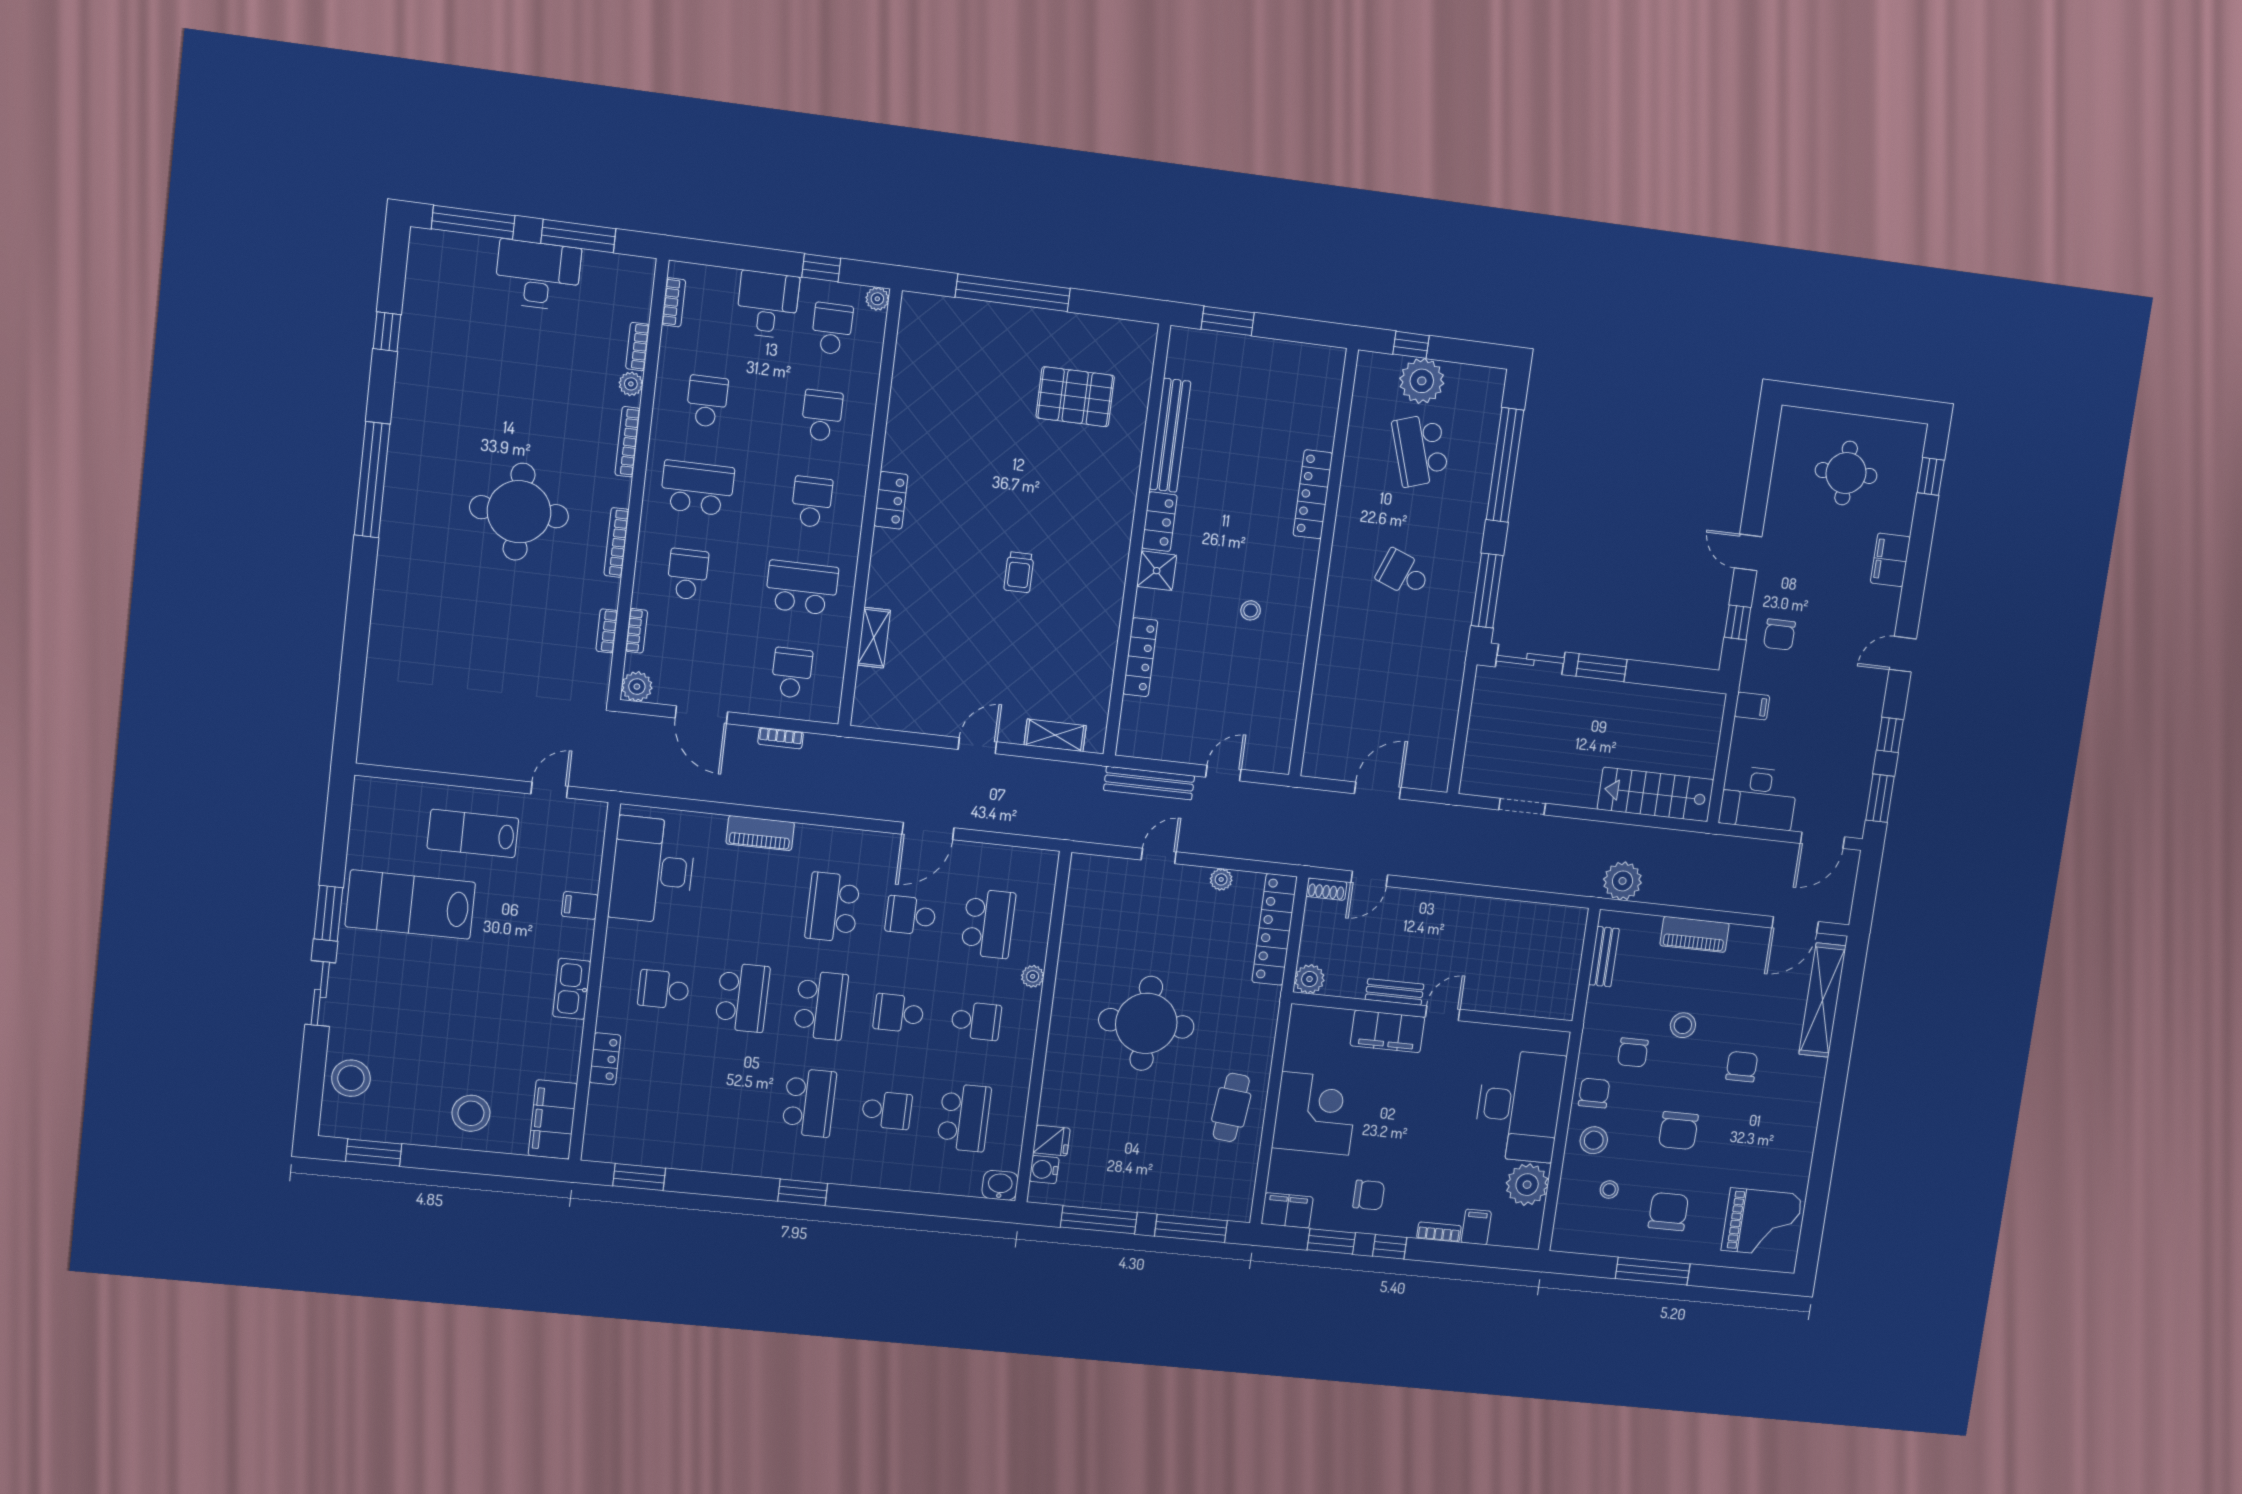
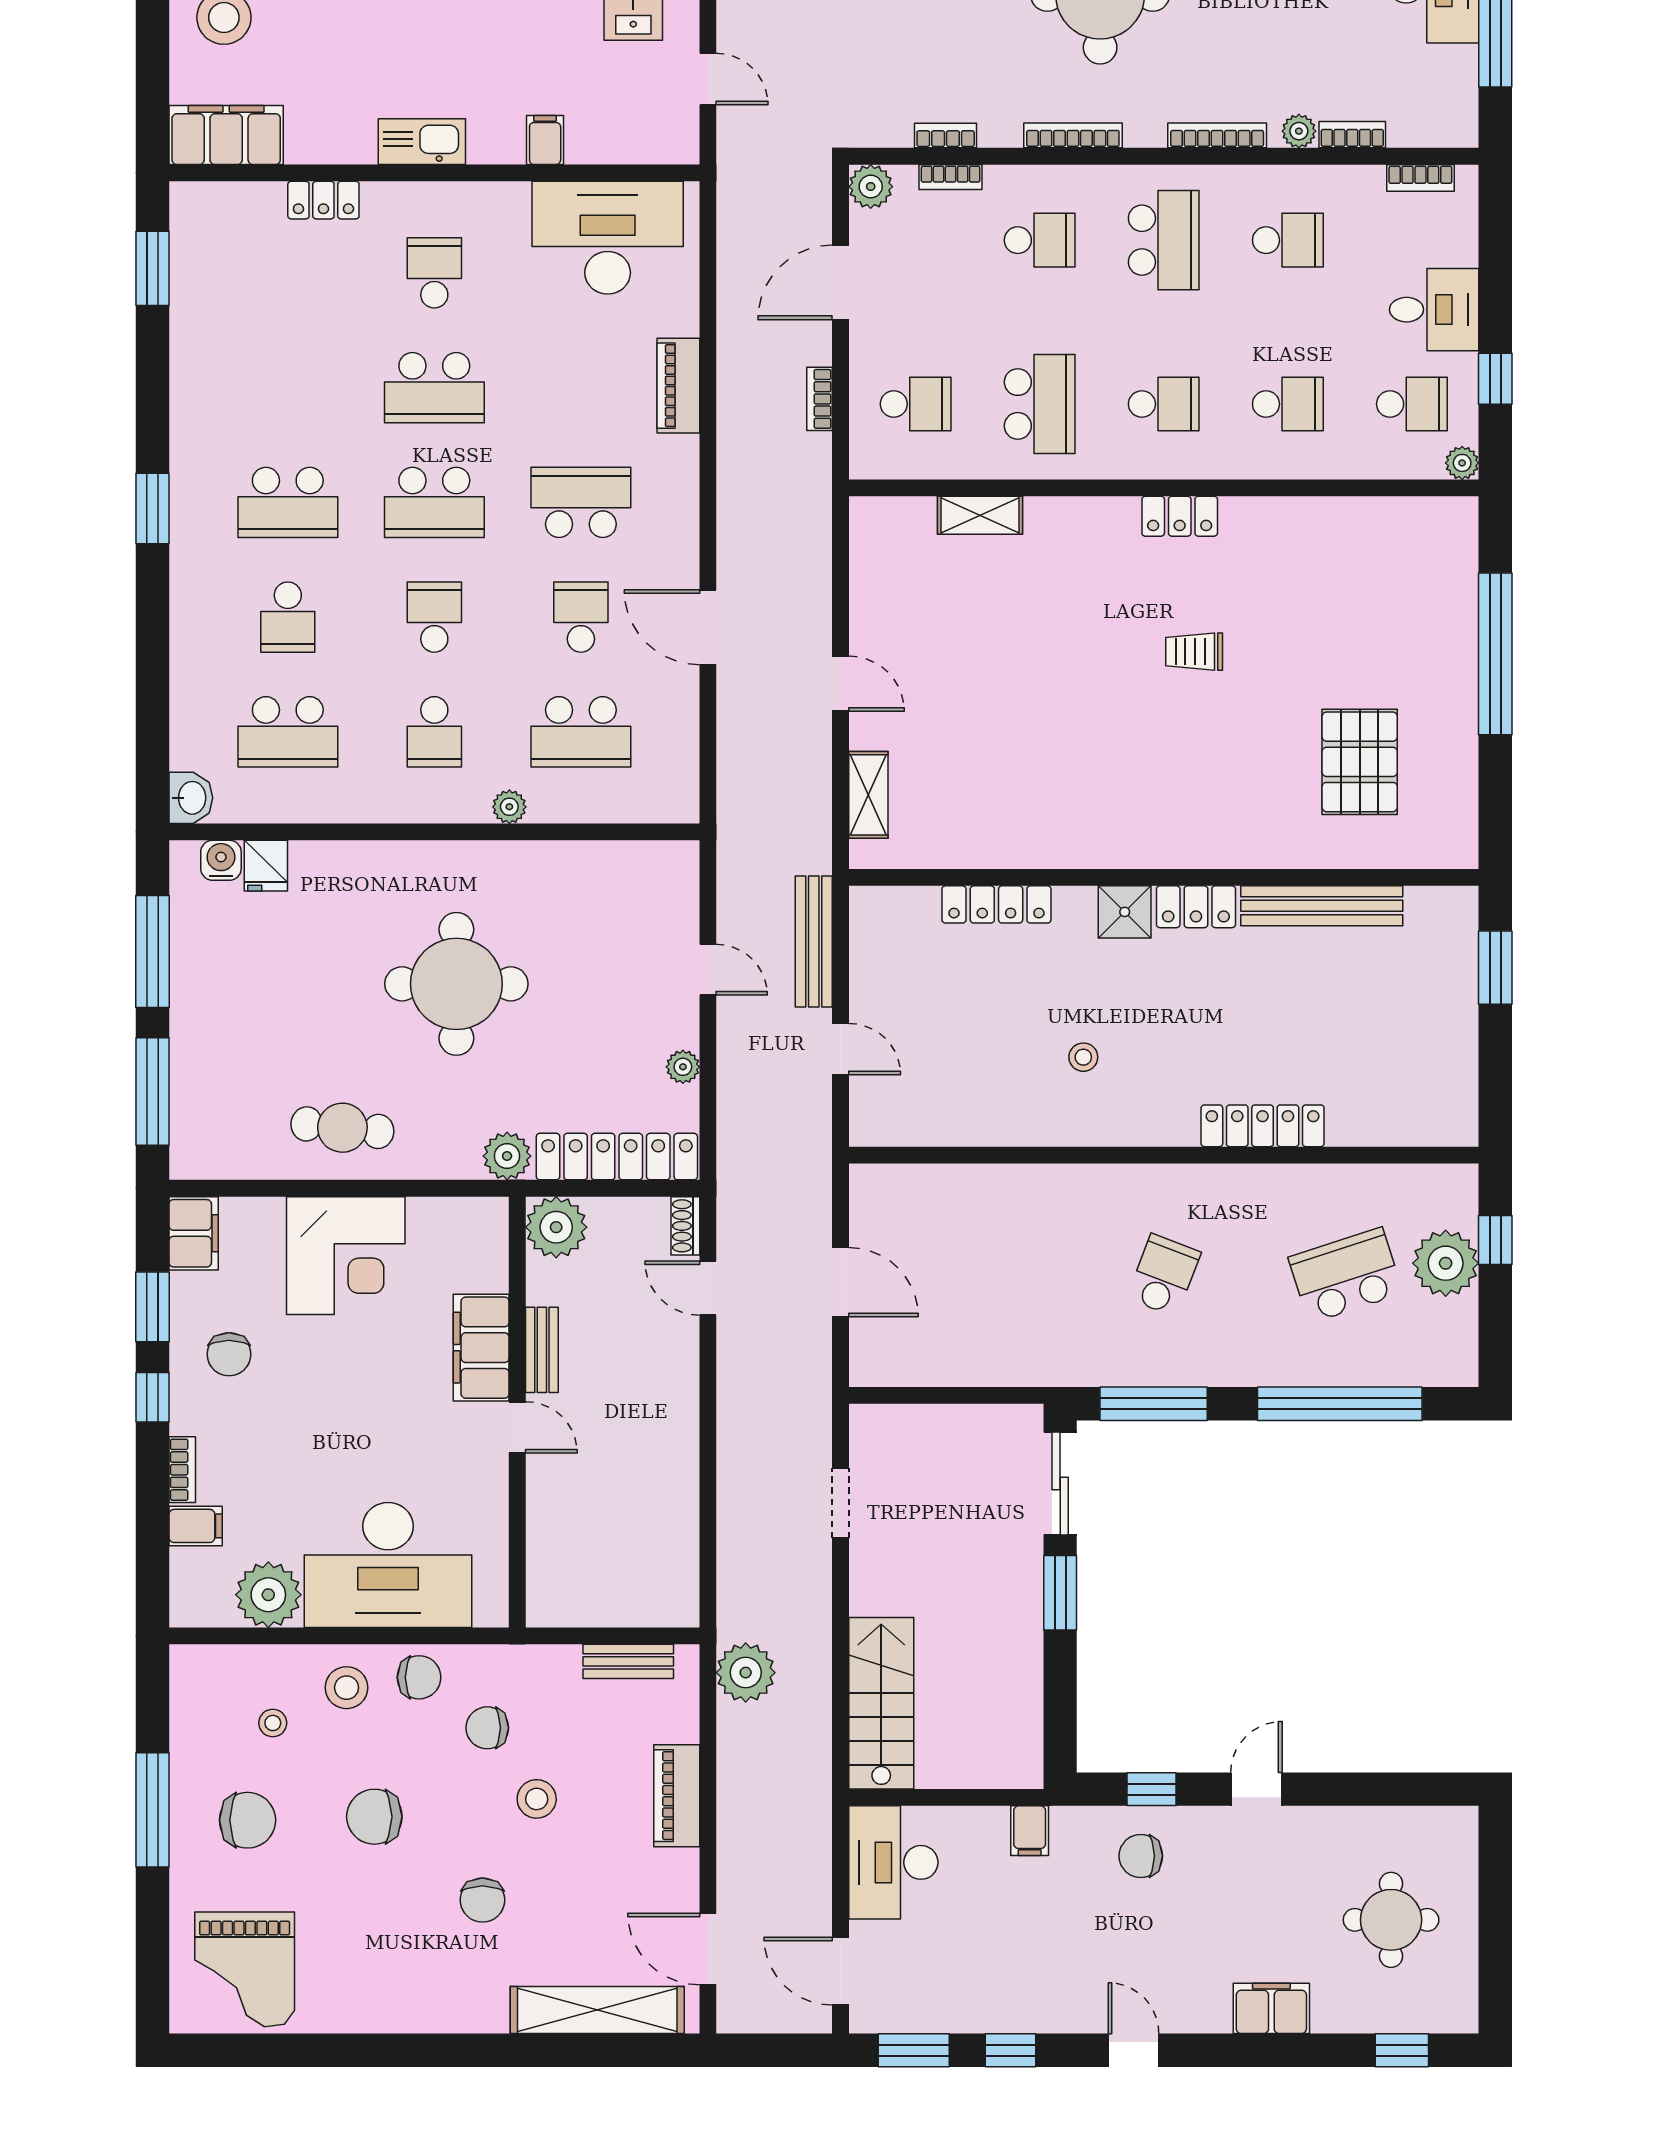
trolley: (1019, 572) -> (1194, 652), moved
plant: (1309, 979) -> (556, 1227), width x1.36, depth x1.36
plant: (1264, 1002) -> (507, 1156), added
chair: (1742, 1067) -> (482, 1900), turned 90

